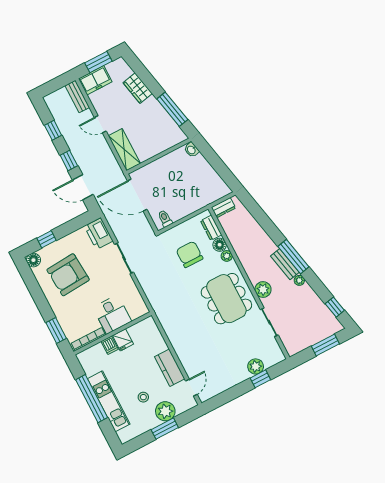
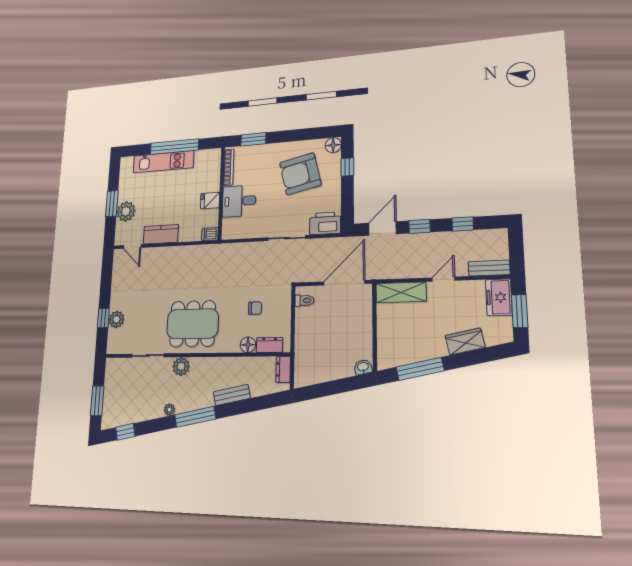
chair: (190, 254) -> (255, 308), width x0.54, depth x0.54
plant: (227, 256) -> (233, 346), removed
bench: (285, 264) -> (232, 395), moved
armchair: (68, 275) -> (300, 174), turned -99
dishwasher: (110, 345) -> (210, 234), moved
stool: (143, 397) -> (149, 196), removed

